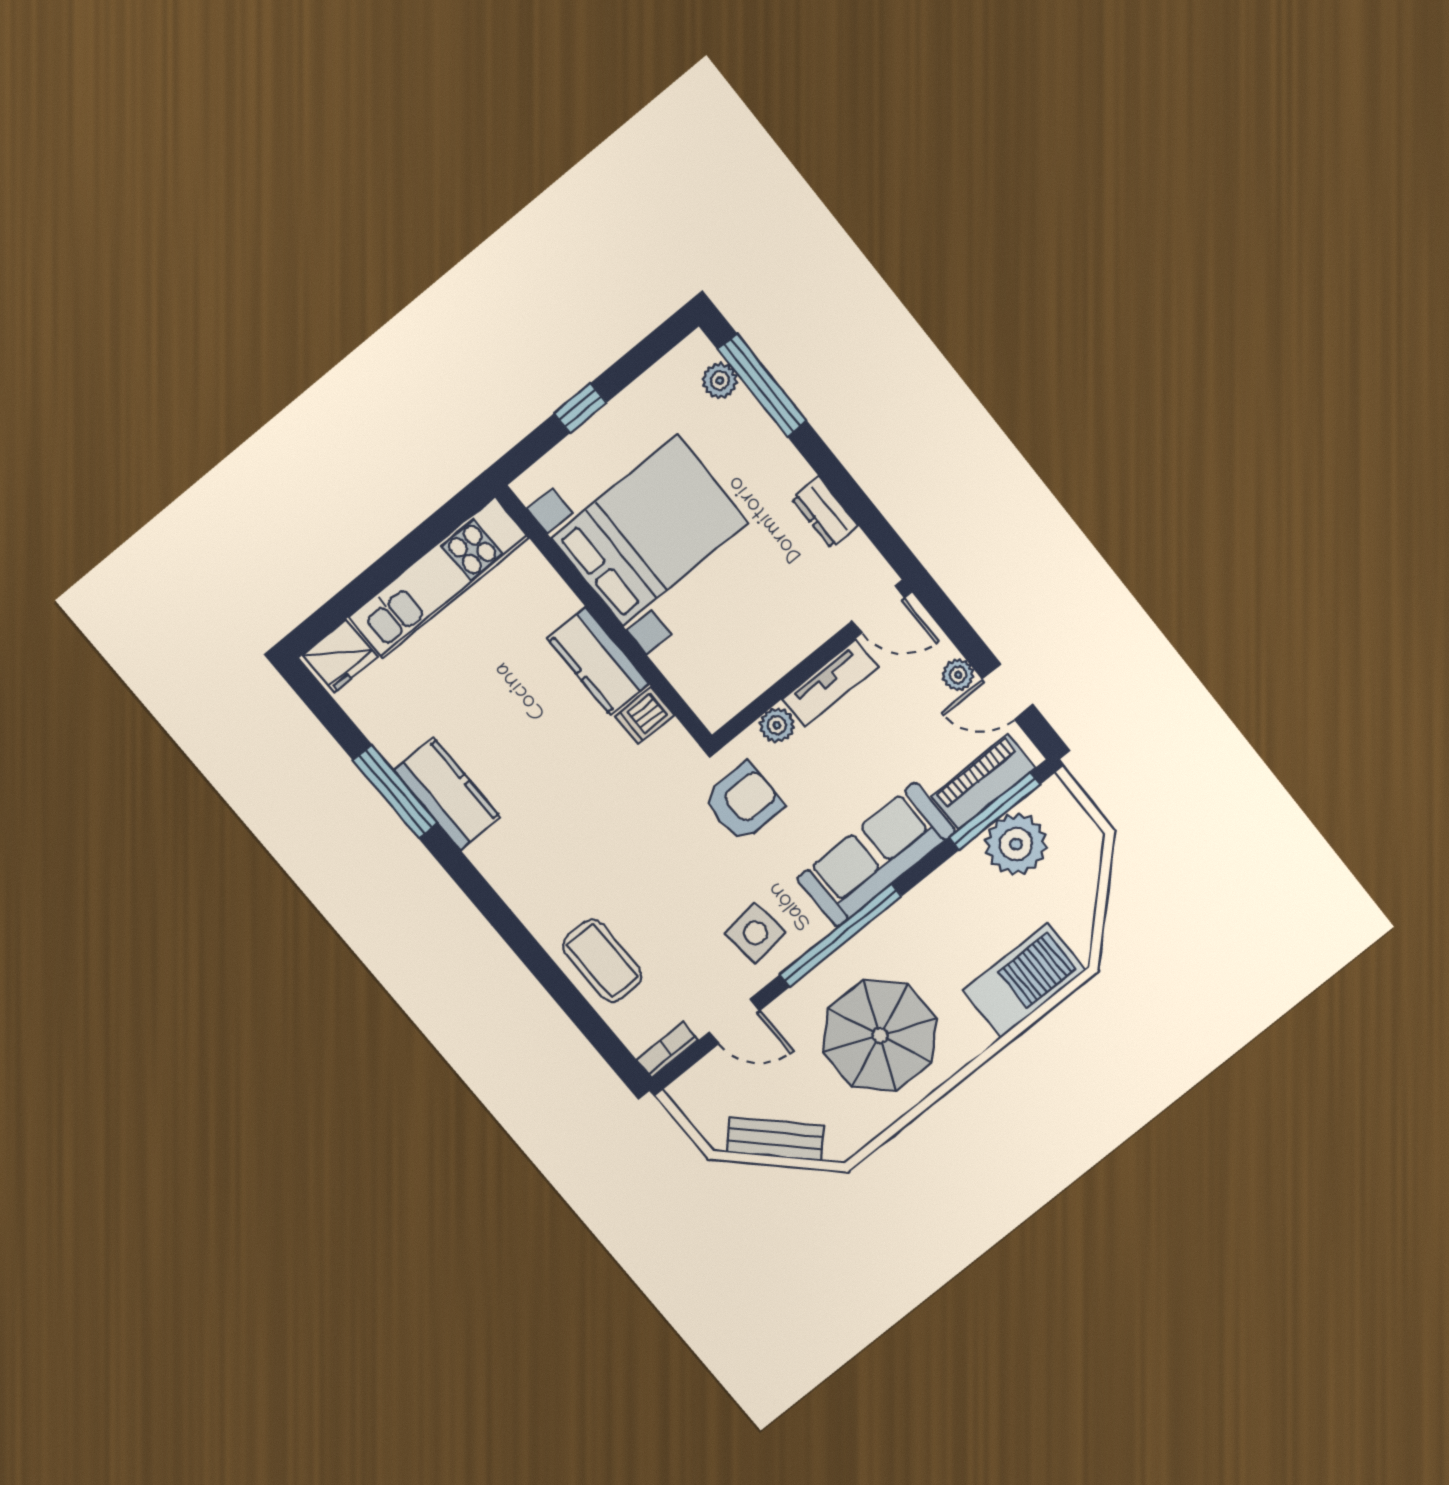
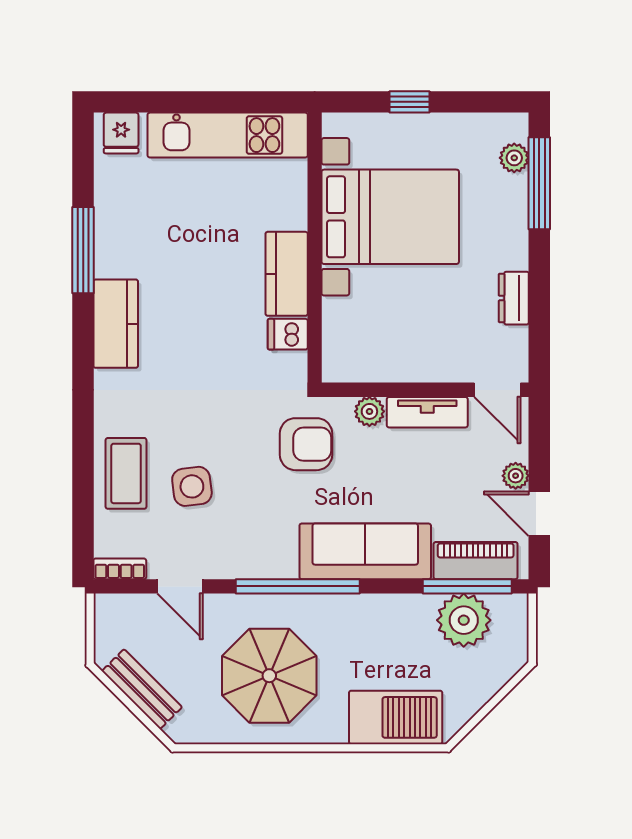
fridge: (340, 656) -> (121, 133), width x0.72
kitchen counter: (447, 794) -> (116, 324), moved
side table: (755, 933) -> (192, 486), moved

